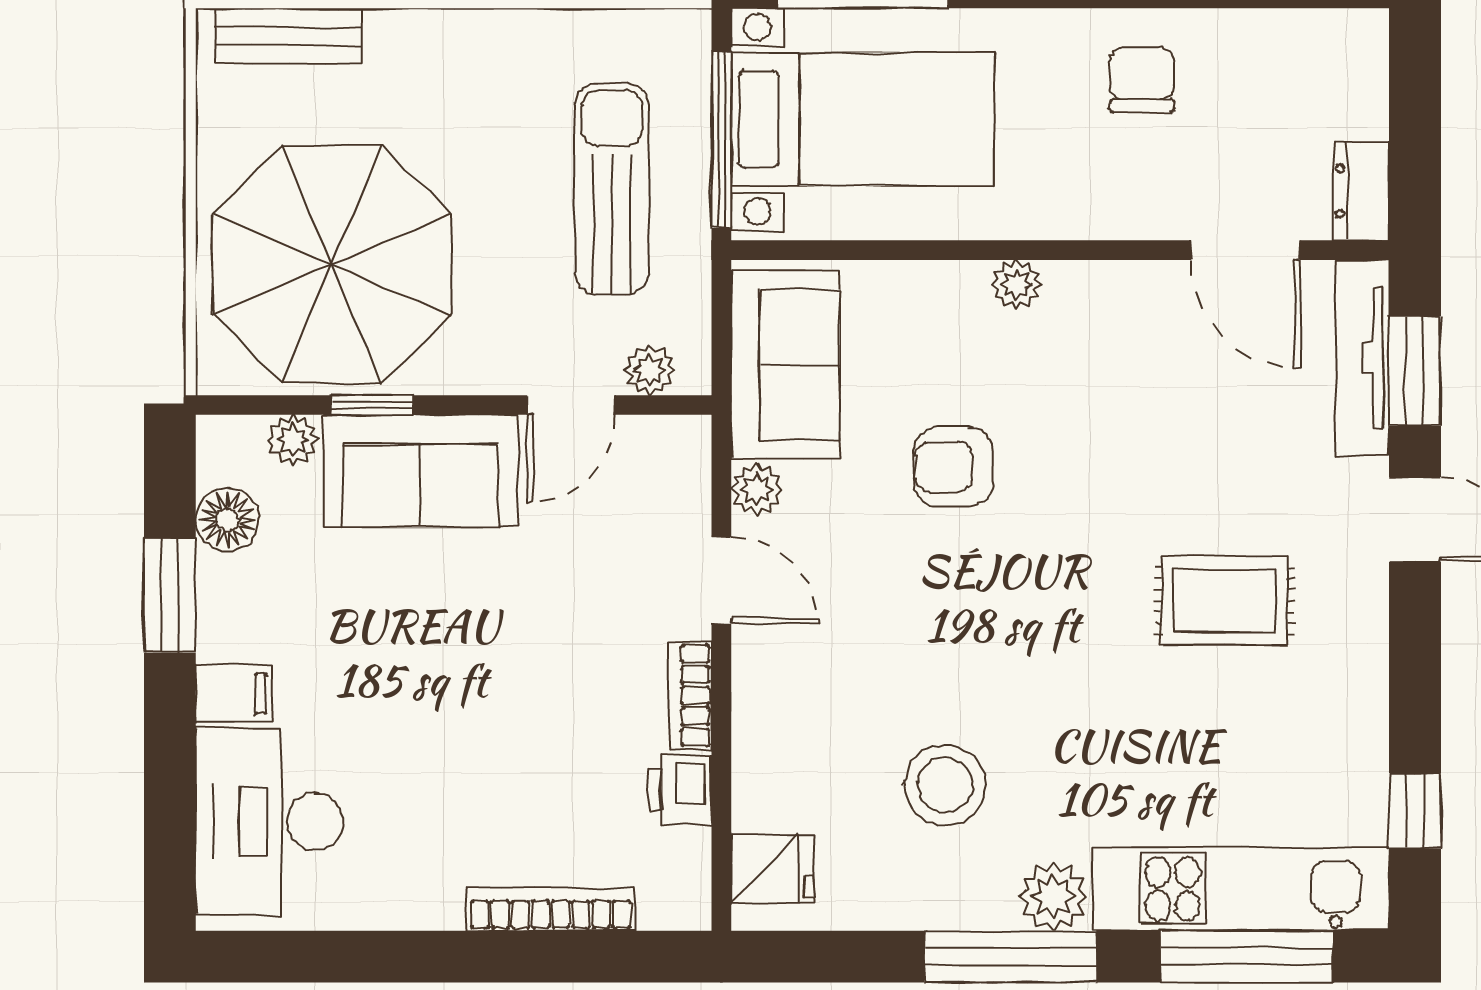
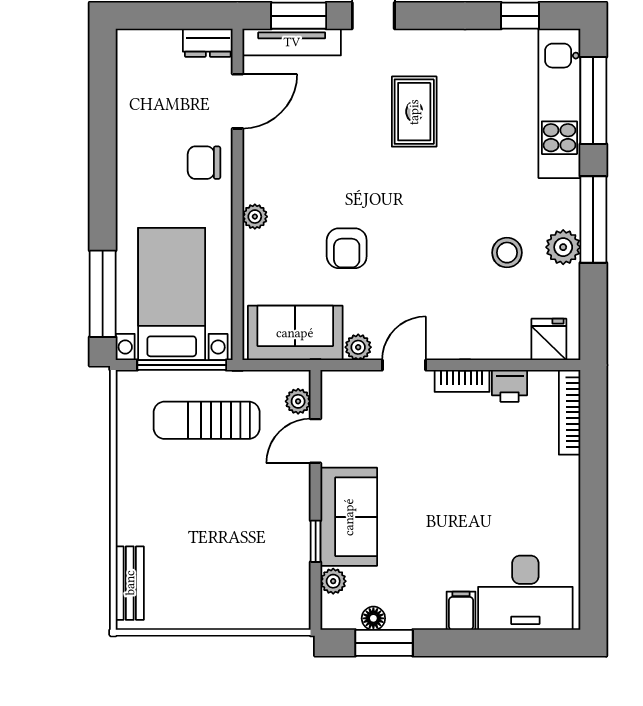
chair: (1142, 80) -> (204, 163), moved
parasol: (332, 264) -> (245, 561), removed
door: (571, 405) -> (316, 441), swing flipped
floor lamp: (227, 520) -> (373, 618), width x0.73, depth x0.73
window: (170, 596) -> (384, 643), moved
stool: (945, 785) -> (507, 253), width x0.73, depth x0.73
plant: (1053, 896) -> (563, 247), moved
bookcase: (551, 909) -> (570, 412), moved

